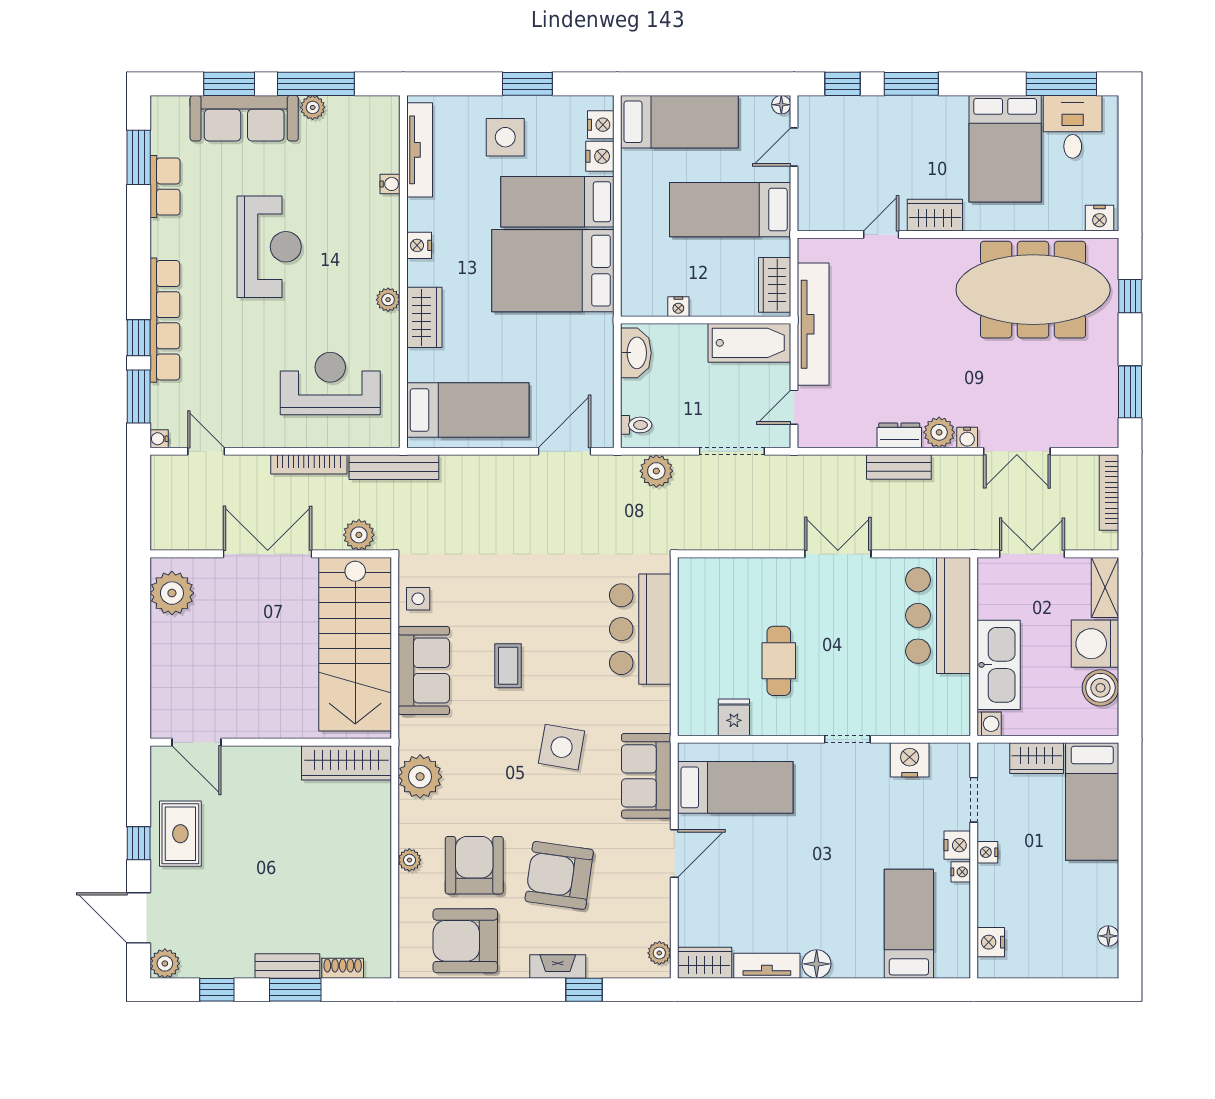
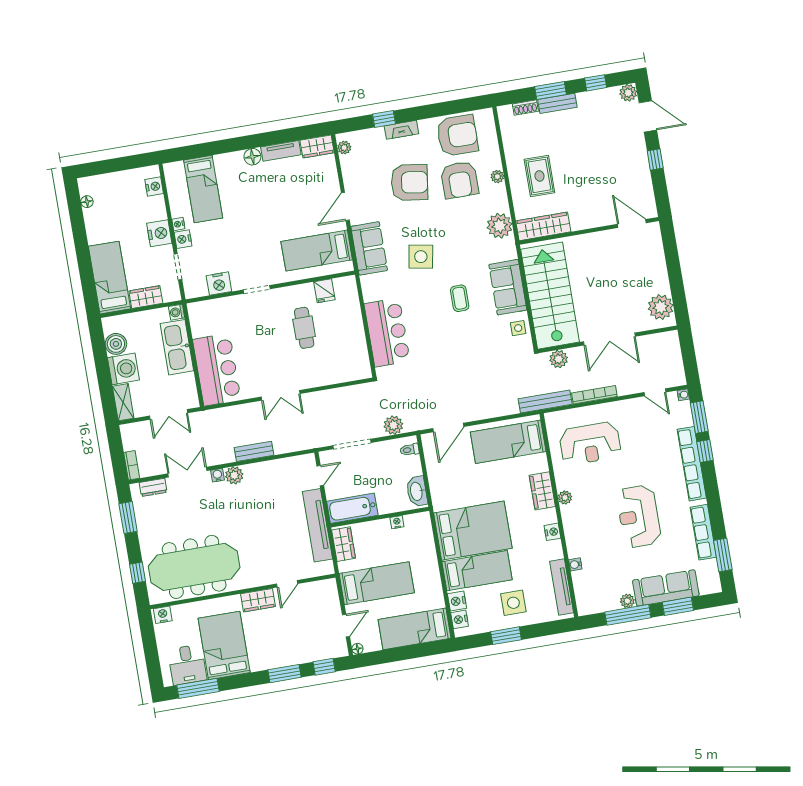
row of seats: (165, 187) -> (703, 532), width x1.48
dresser: (899, 435) -> (153, 487), moved
bookcase: (1109, 492) -> (132, 465), width x0.64
rug: (180, 834) -> (539, 176), moved
nightstand: (987, 852) -> (159, 233), width x1.89, depth x1.79

